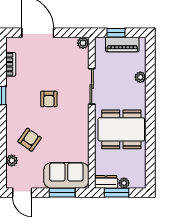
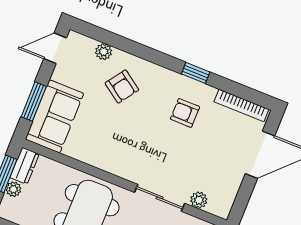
plant: (83, 43) -> (199, 200), moved
bookcase: (11, 64) -> (241, 105), width x1.56
armchair: (49, 99) -> (185, 113), moved

